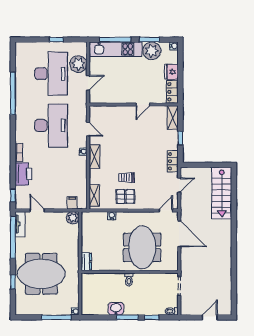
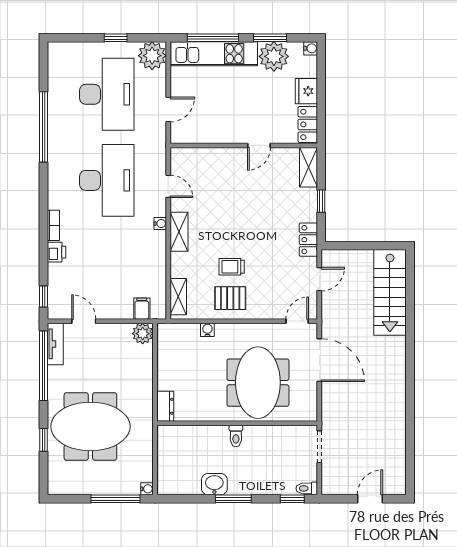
plant: (78, 64) -> (152, 56), moved
printer: (23, 174) -> (56, 252), width x0.53, depth x0.68
window: (152, 317) -> (292, 499), moved

